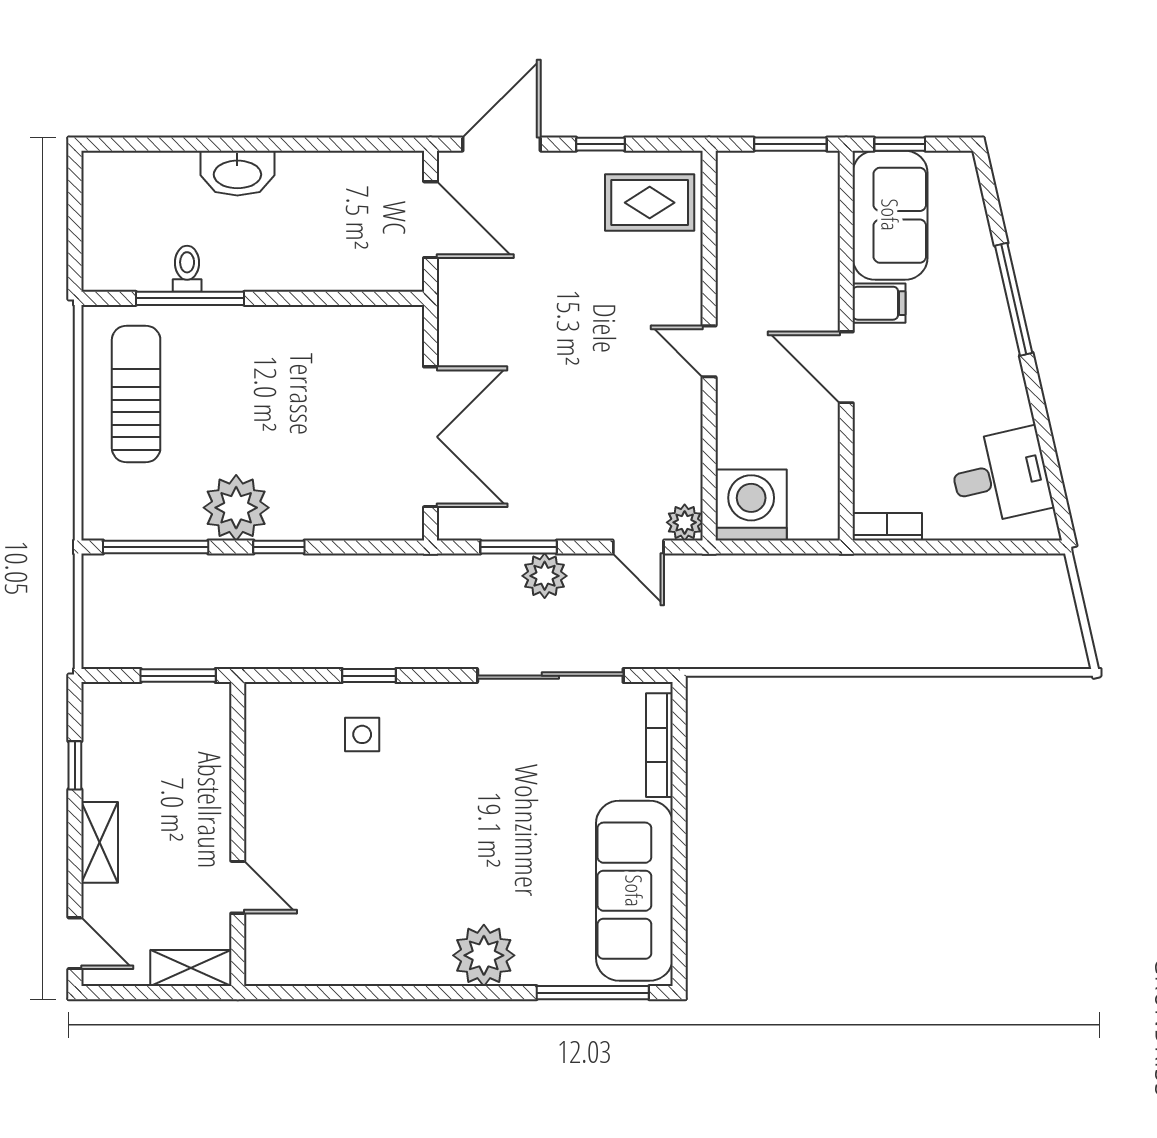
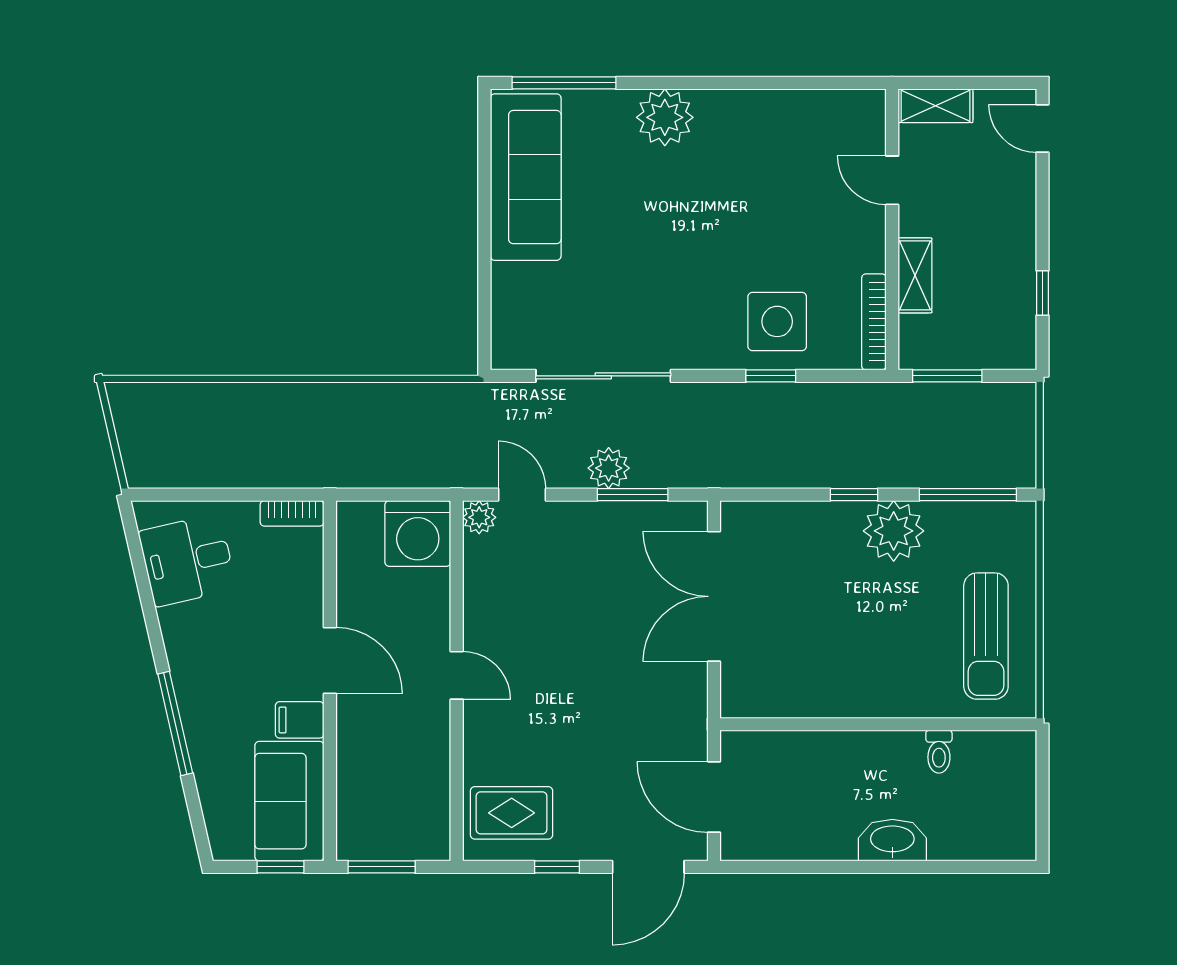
window: (190, 298) -> (936, 724), removed
side table: (362, 734) -> (777, 321), width x1.87, depth x1.87
bookcase: (659, 745) -> (874, 322), moved, turned 180
shelving: (100, 842) -> (915, 275), moved

